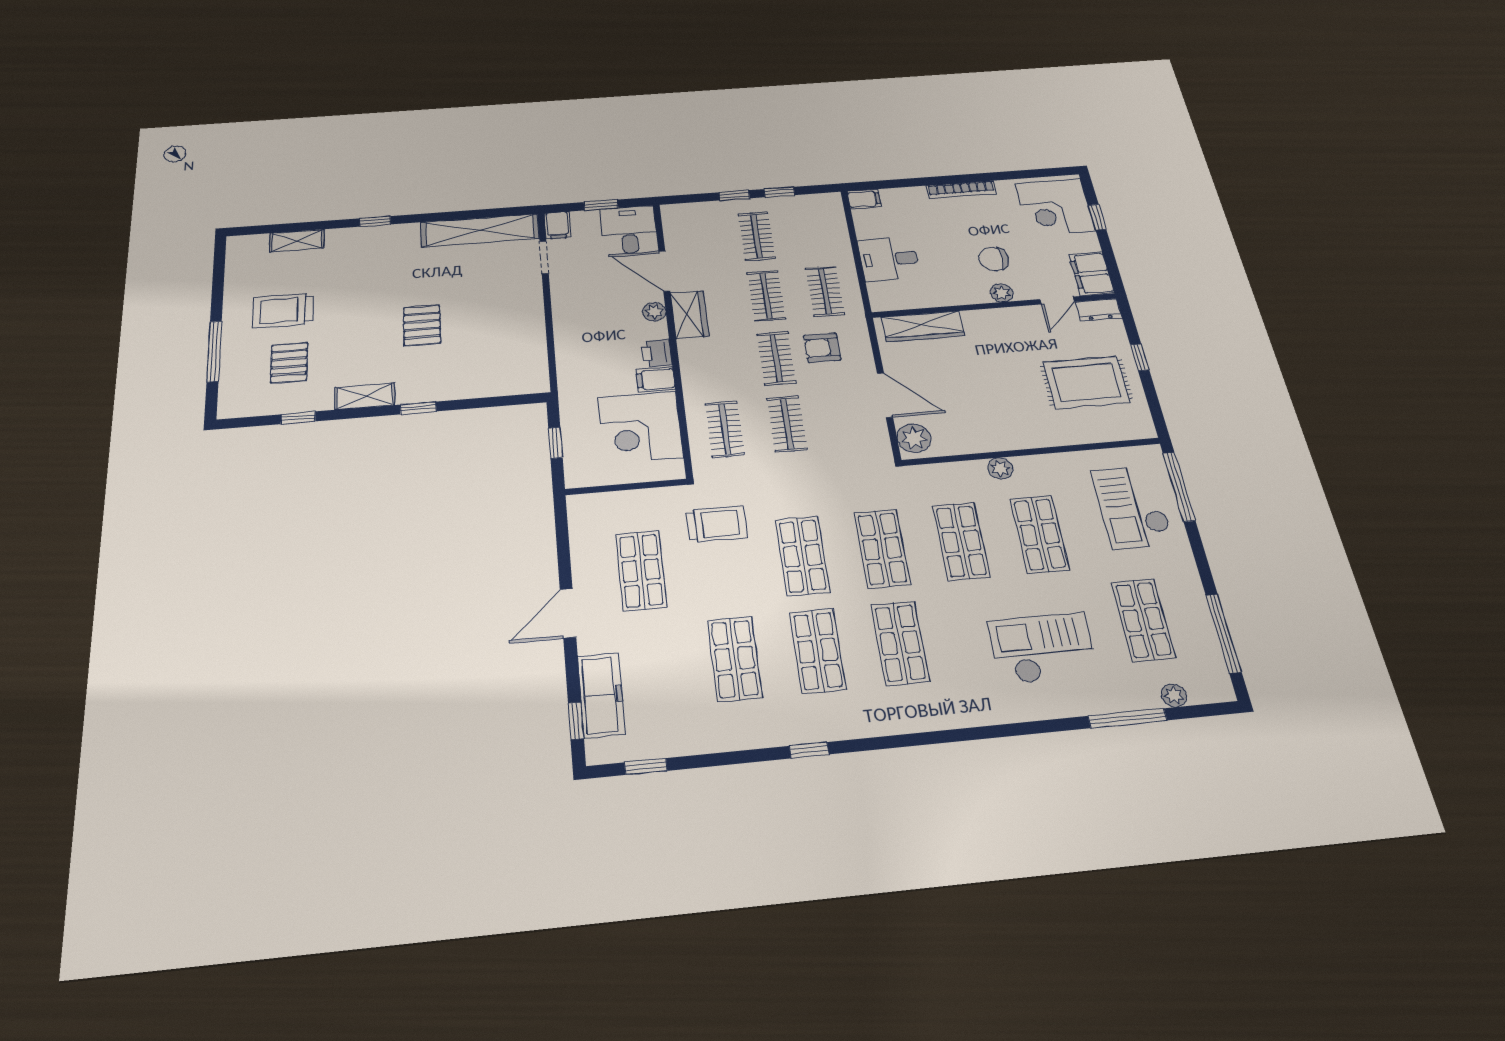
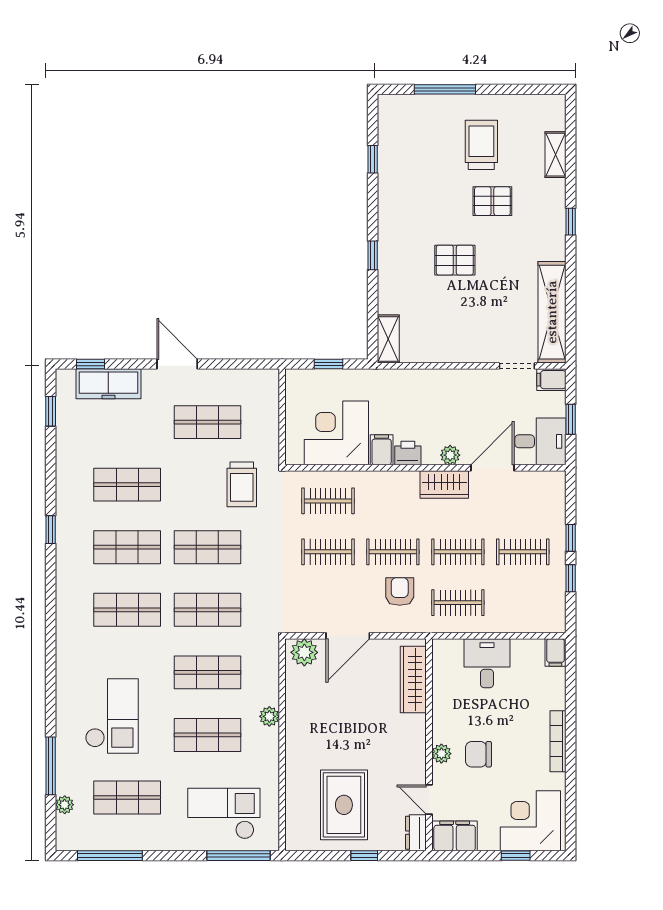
chair: (994, 259) -> (478, 754), turned -90
pallet: (289, 363) -> (492, 201), moved
shelving: (365, 396) -> (388, 339), moved

